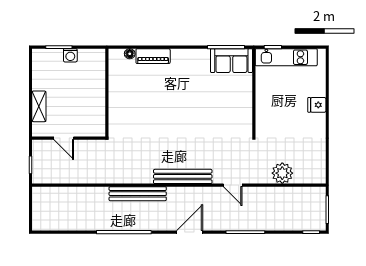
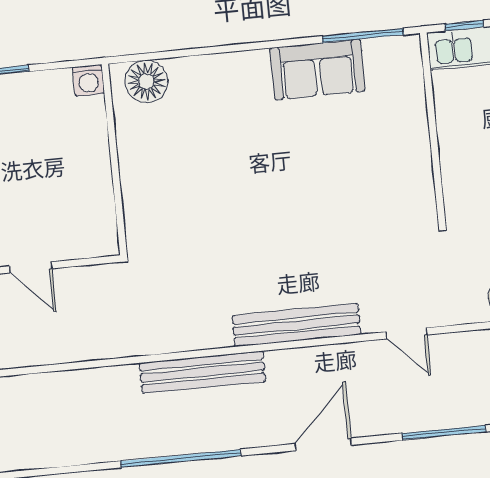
floor lamp: (130, 54) -> (146, 81), width x1.89, depth x1.89
washing machine: (70, 55) -> (88, 80), moved
piano: (153, 56) -> (206, 71), removed
sofa: (231, 61) -> (317, 70), moved

